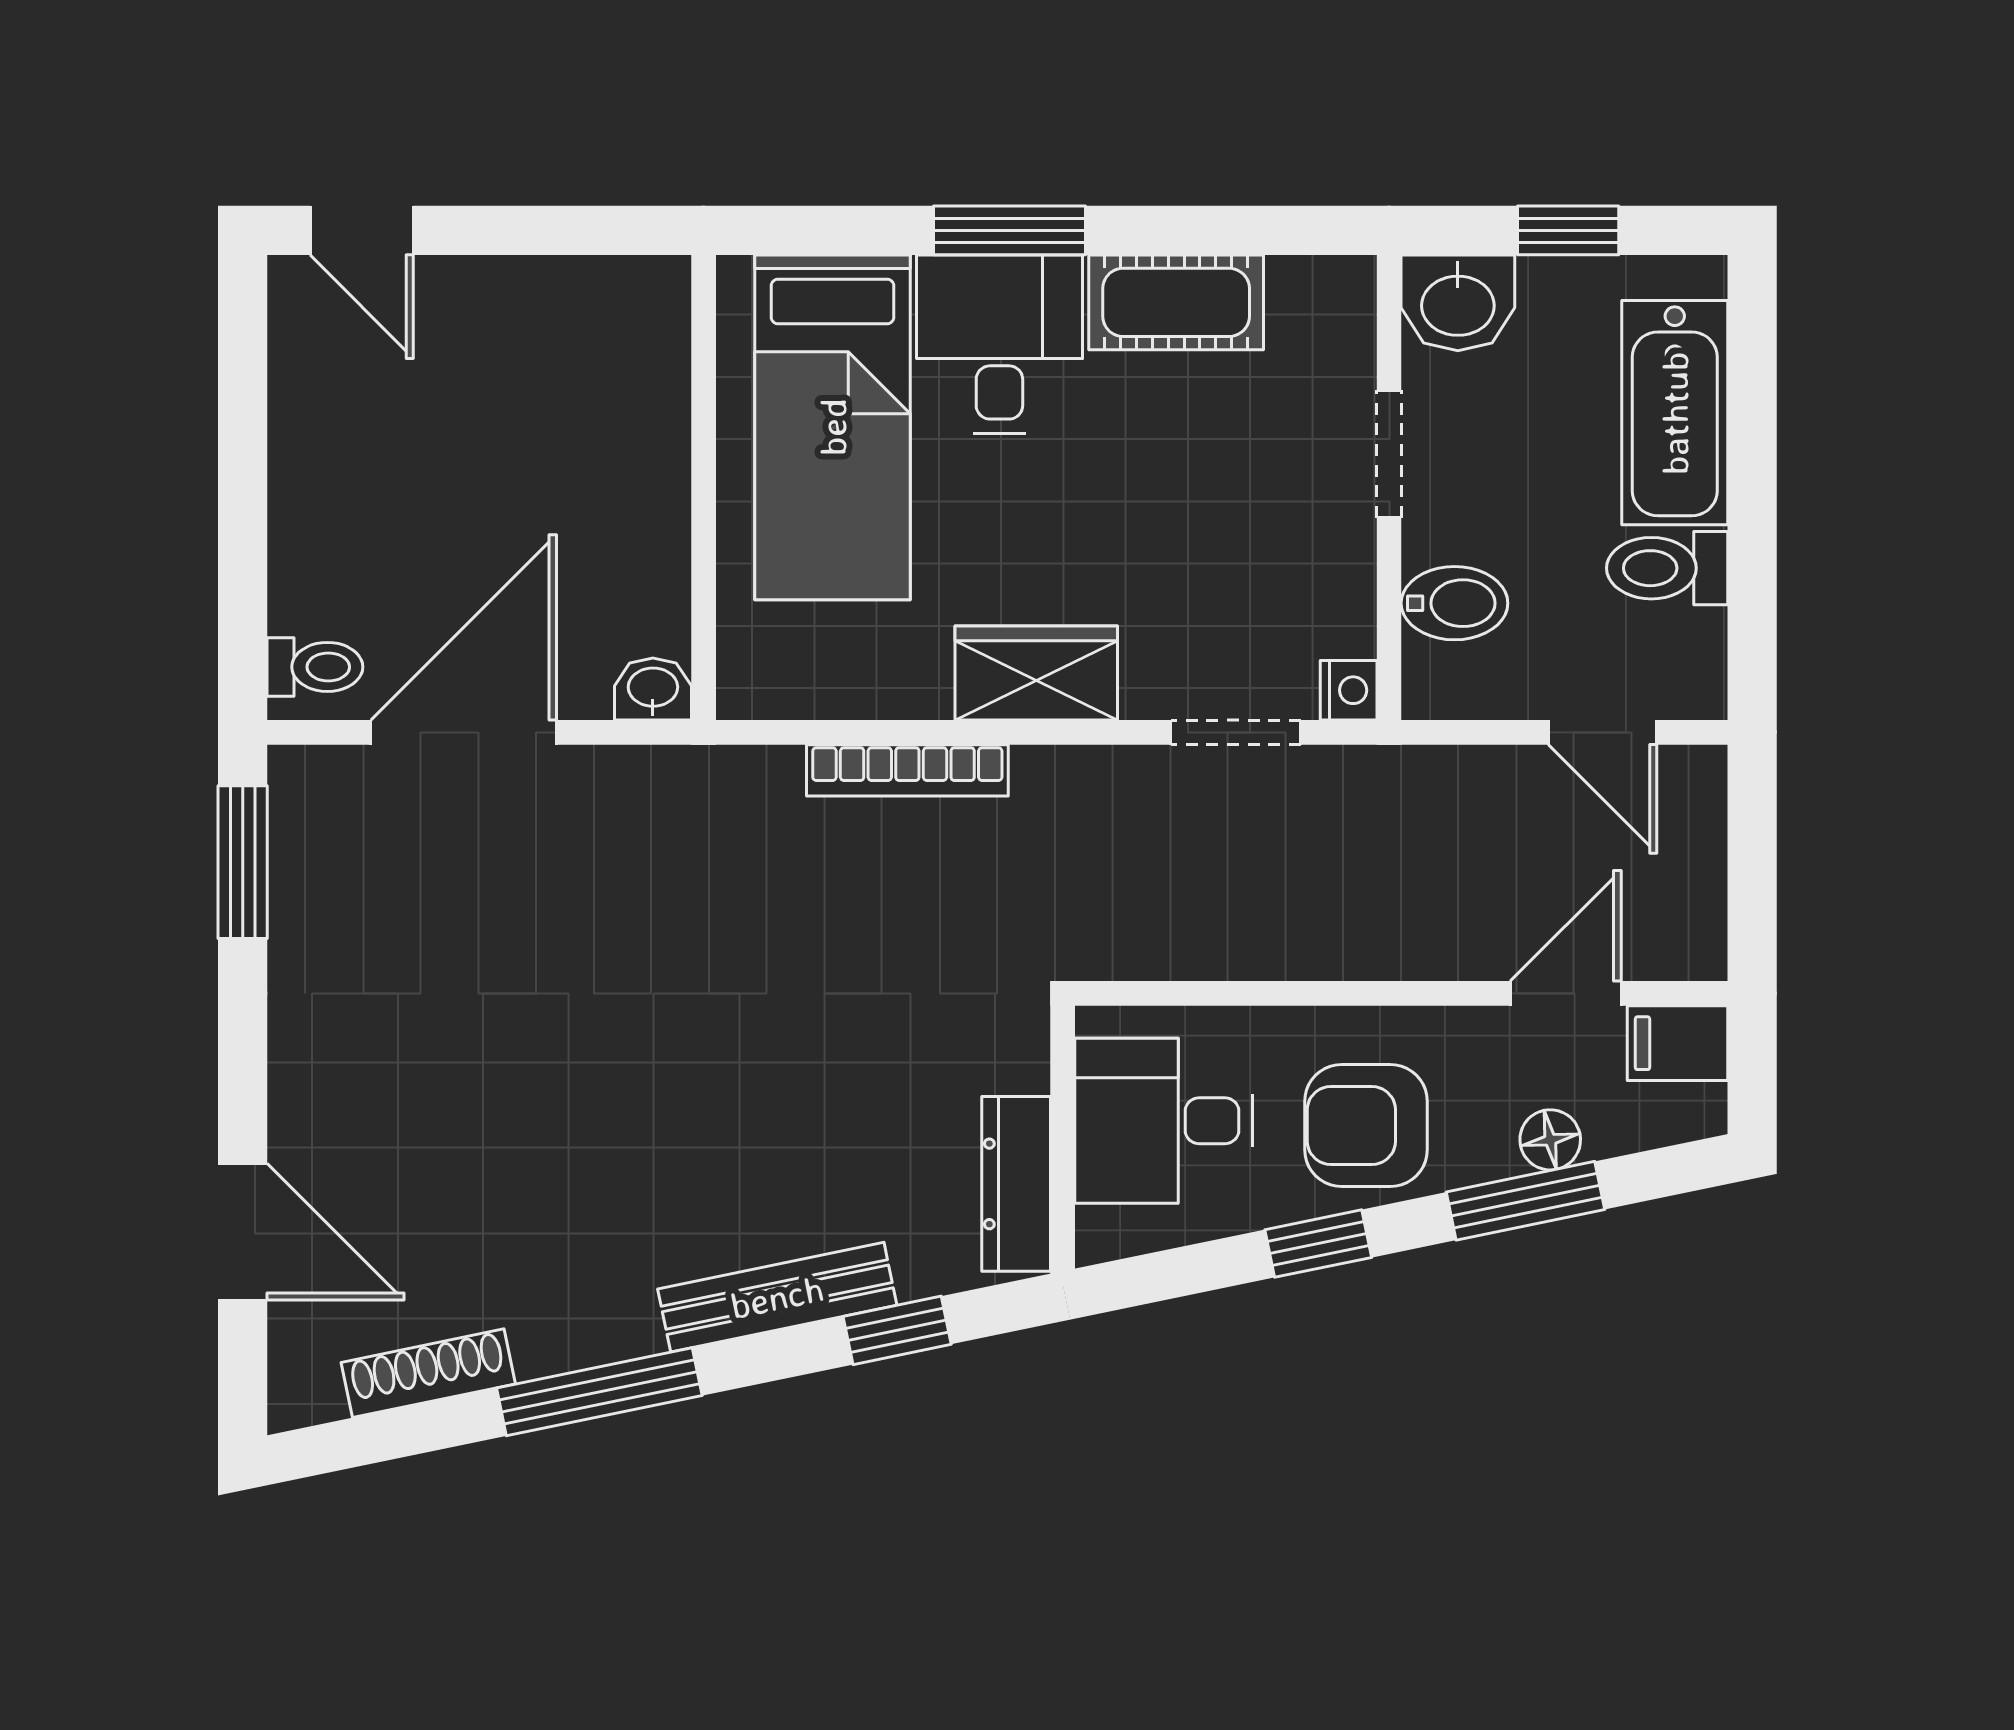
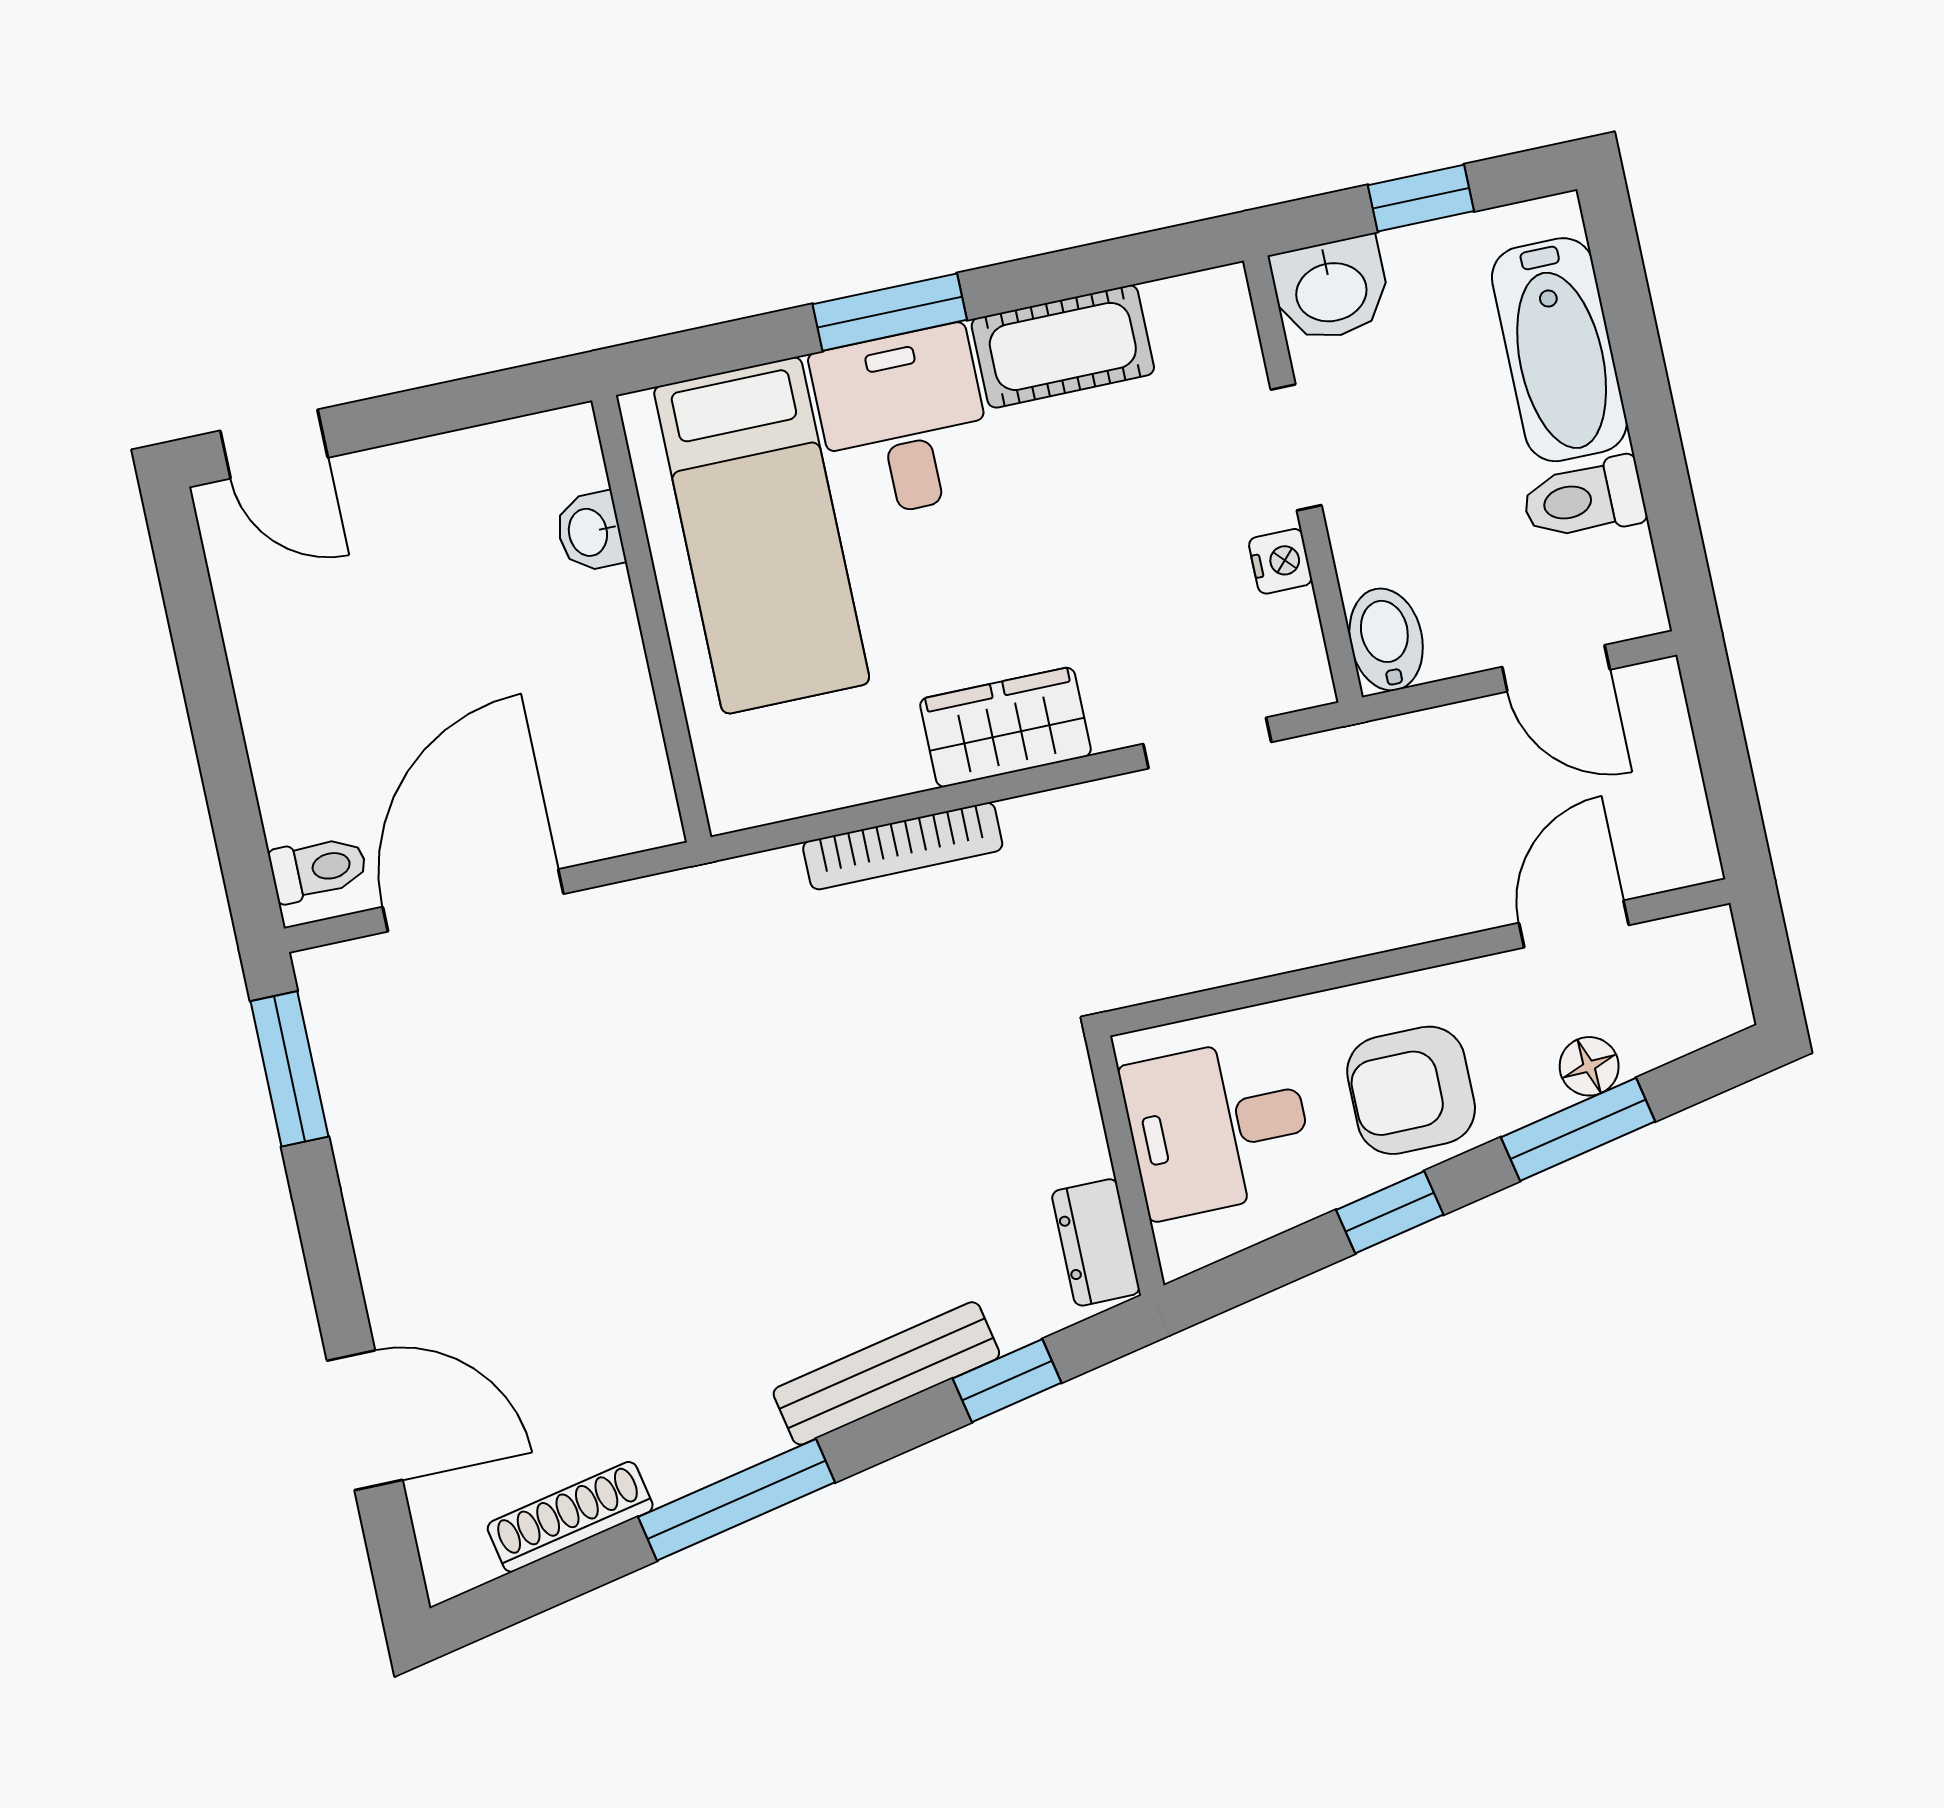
bidet: (1454, 603) -> (1386, 640), moved, turned -90
washbasin: (653, 689) -> (590, 532), moved, turned -90
nightstand: (1349, 690) -> (1280, 561), moved
filing cabinet: (1678, 1043) -> (1691, 949), removed
dresser: (1016, 1184) -> (1096, 1242), width x0.70

